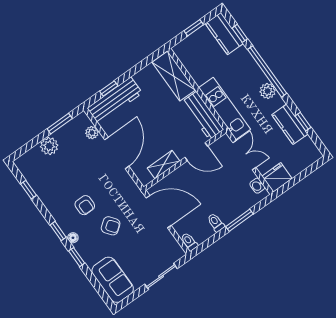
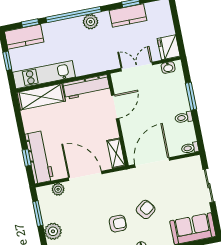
kitchen unit: (224, 108) -> (44, 75), moved
shelving: (164, 164) -> (116, 153), moved

